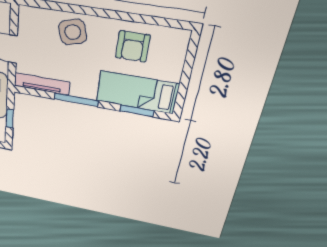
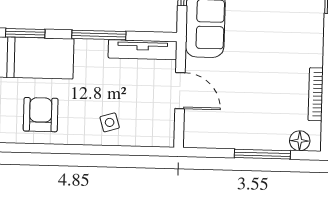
side table: (73, 32) -> (110, 122), width x0.54, depth x0.54

